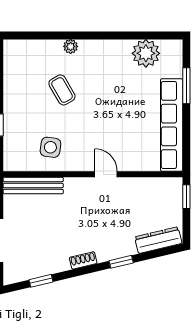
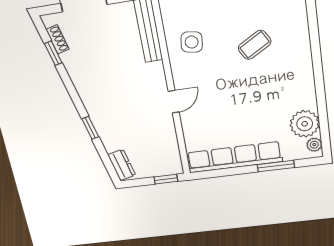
plant: (71, 46) -> (314, 145), moved
dresser: (158, 240) -> (122, 165), width x0.70
shoe rack: (83, 260) -> (57, 39), moved

